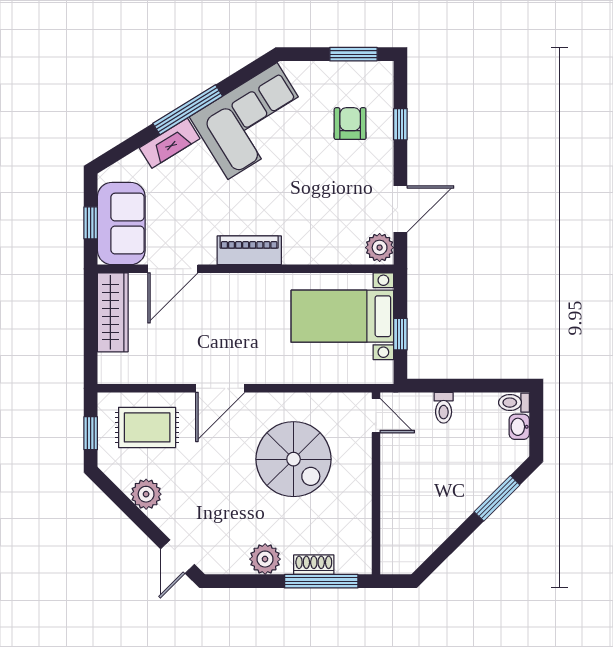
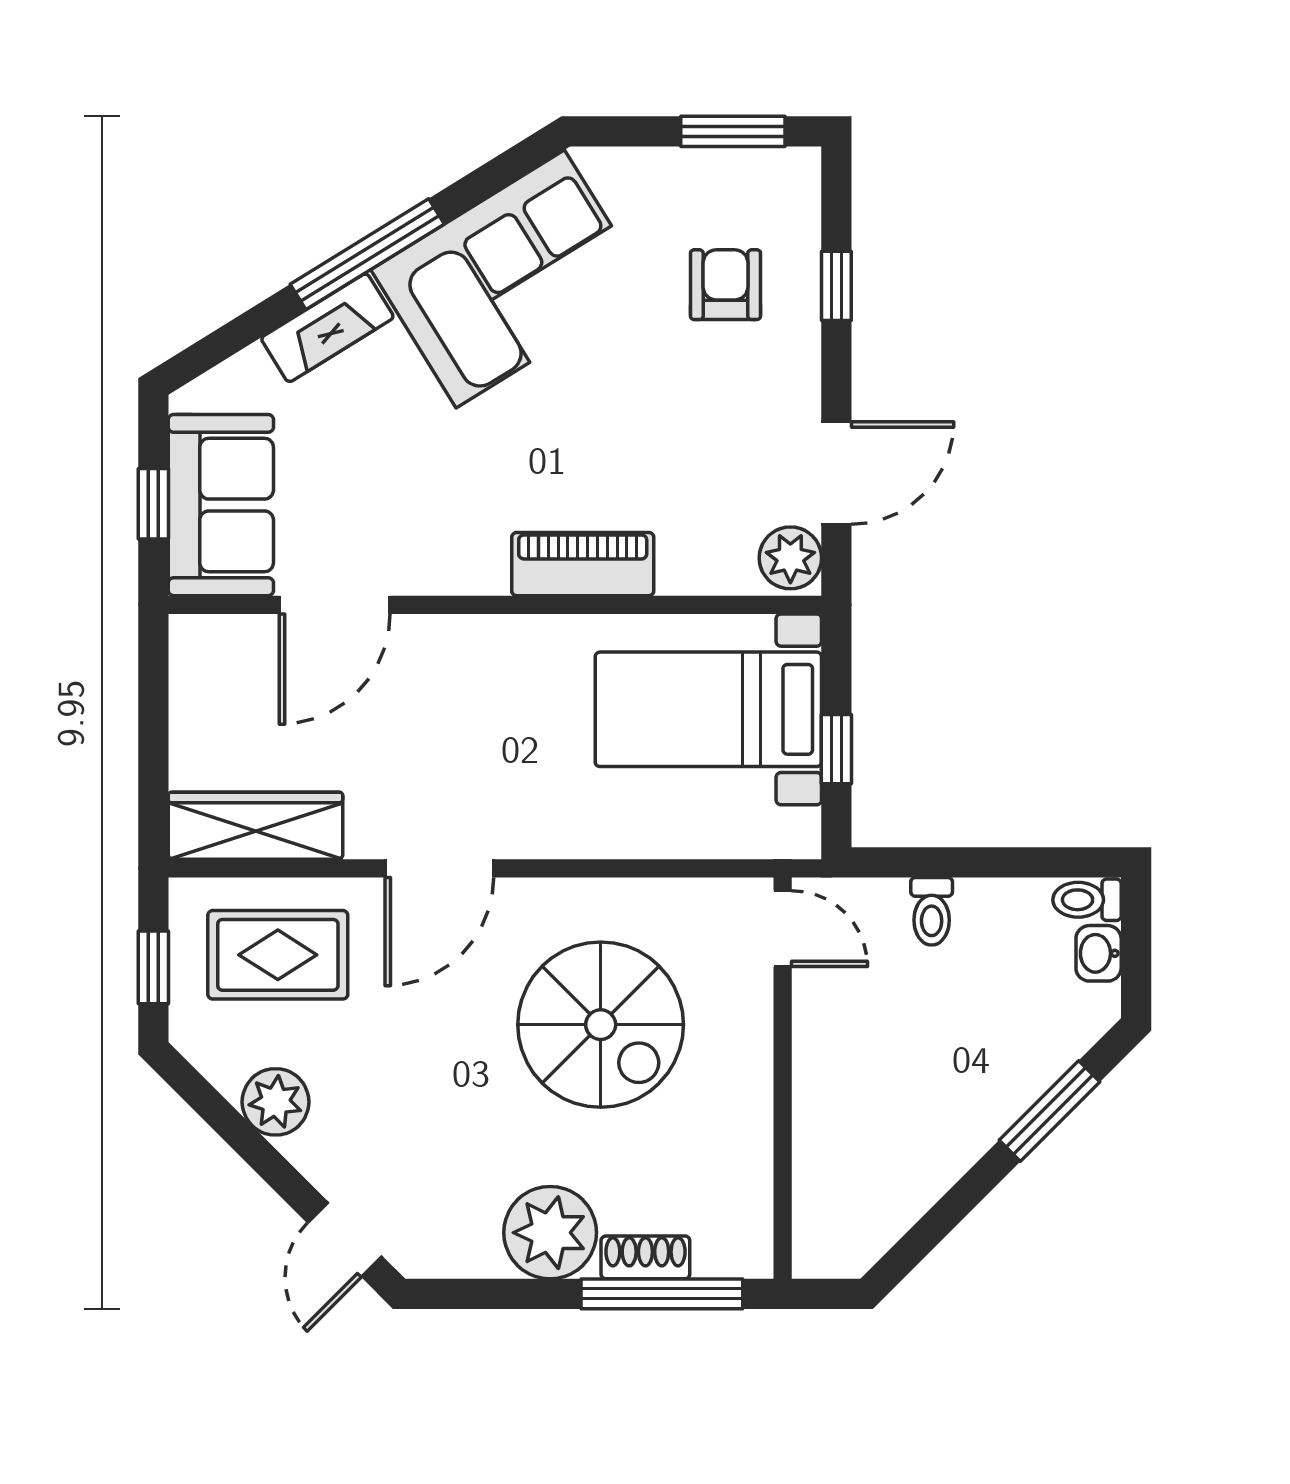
piano: (249, 250) -> (583, 564), moved
wardrobe: (113, 312) -> (255, 826), moved, turned -90
plant: (265, 559) -> (550, 1233), width x1.36, depth x1.36

